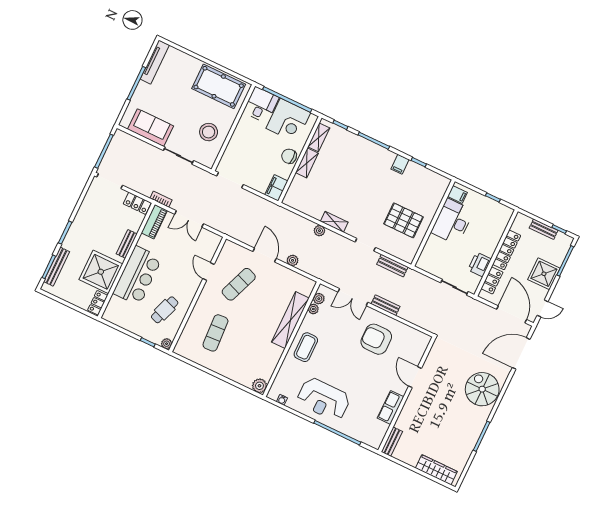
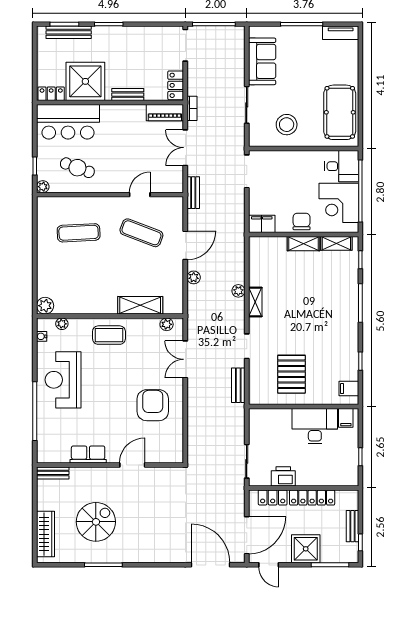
tv unit: (155, 62) -> (341, 33), width x0.71
filing cabinet: (400, 164) -> (349, 389), moved
bar counter: (137, 276) -> (68, 122), moved
bench: (386, 305) -> (193, 193), moved
plant: (313, 309) -> (62, 324), moved
shelving: (290, 320) -> (140, 305), width x0.68
spiral stairs: (482, 389) -> (96, 522), moved

